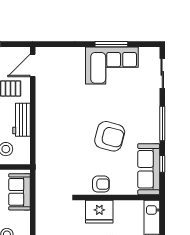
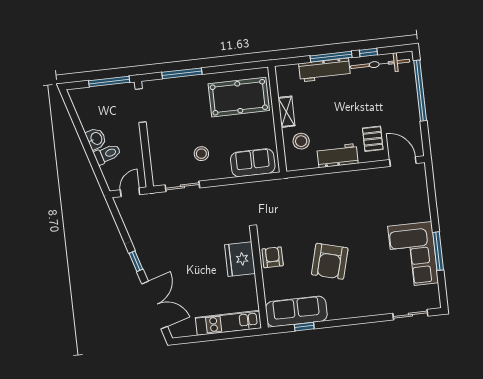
window: (162, 124) -> (352, 321), removed
armchair: (101, 184) -> (273, 257), turned 180

